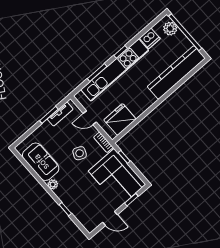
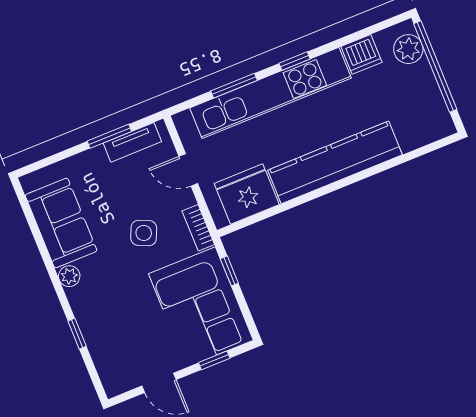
kitchen counter: (176, 72) -> (335, 162), moved

